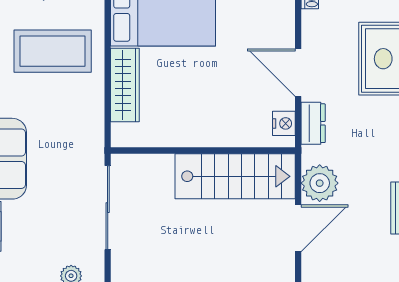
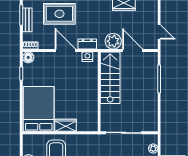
door: (298, 73) -> (65, 51), swing flipped
wardrobe: (125, 85) -> (65, 125), width x0.67

